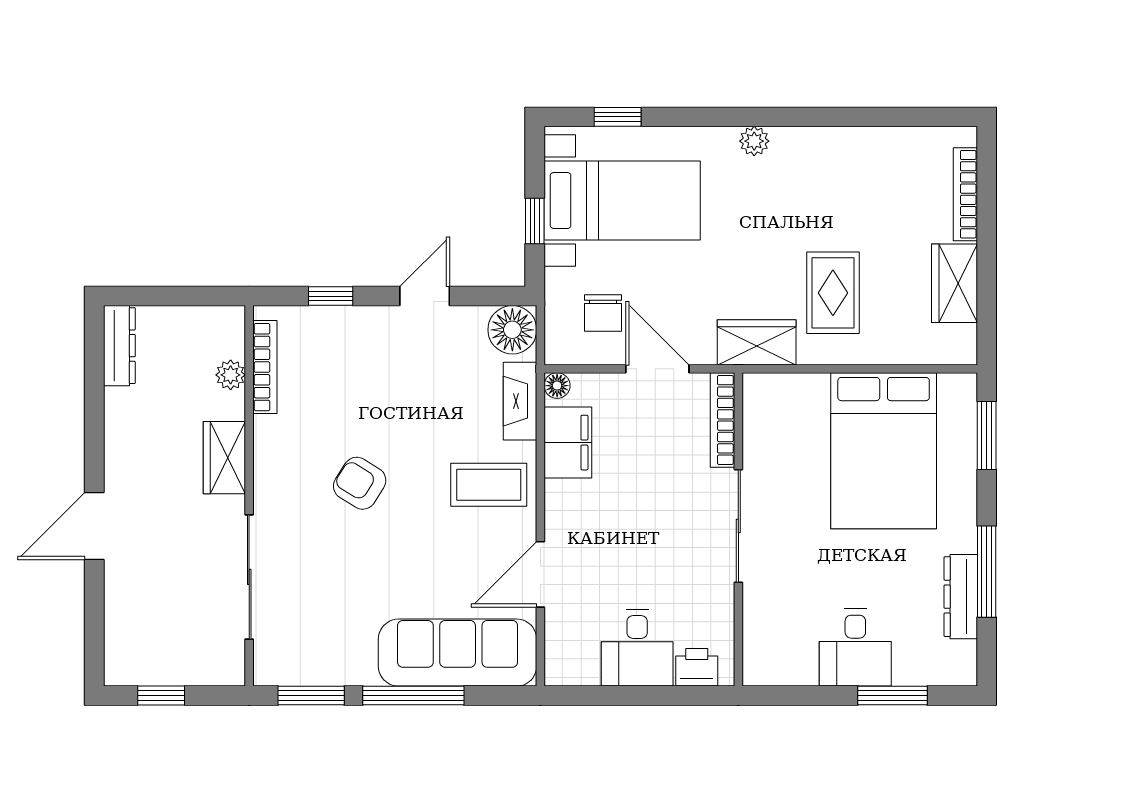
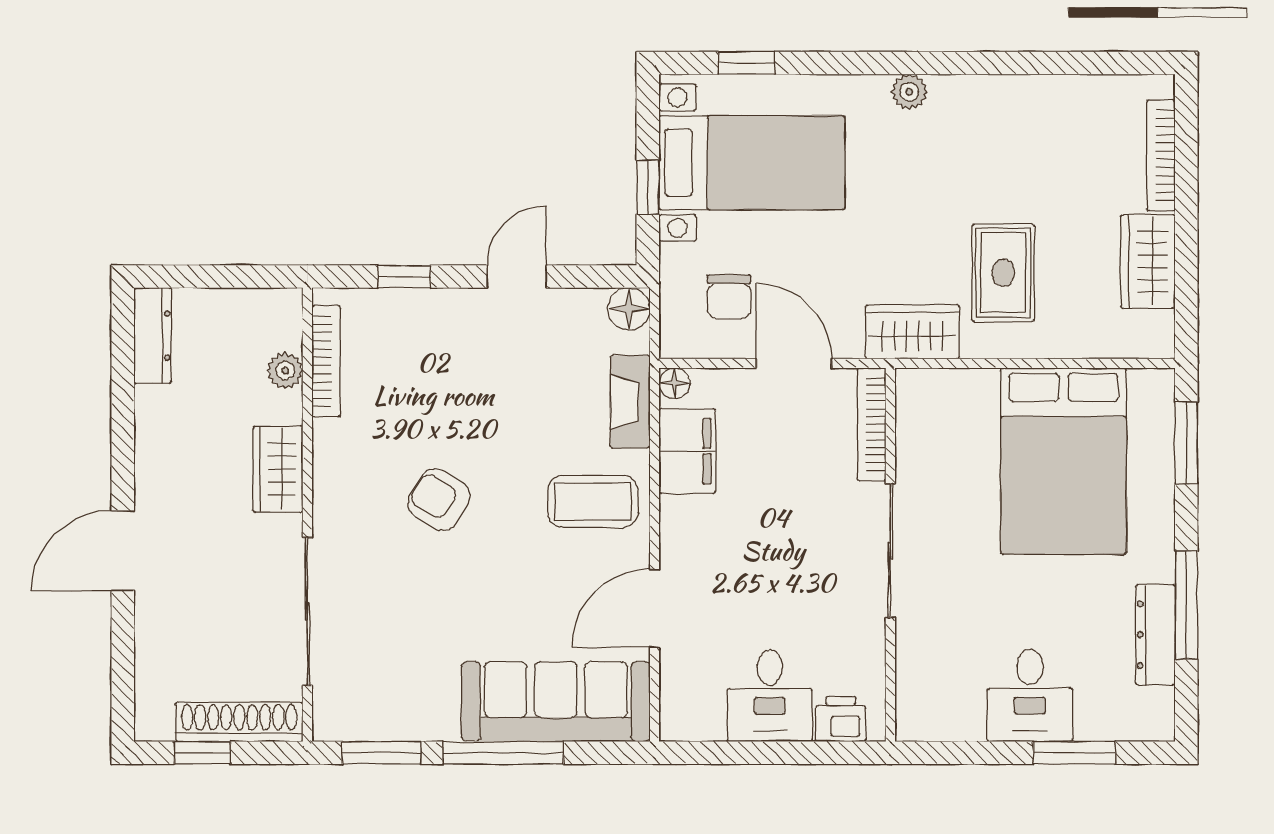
floor lamp: (512, 330) -> (629, 309), width x0.73, depth x0.73
shoe rack: (192, 670) -> (239, 722), added

